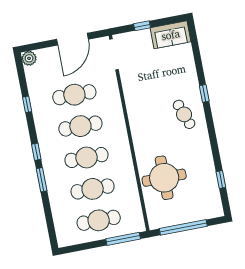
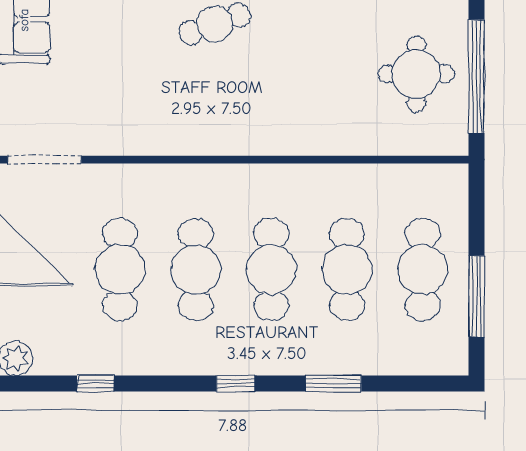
window: (27, 104) -> (95, 384), moved
round table: (164, 178) -> (416, 74), moved, width x0.73, depth x0.73
window: (42, 180) -> (333, 384), moved
window: (123, 239) -> (477, 296), moved

